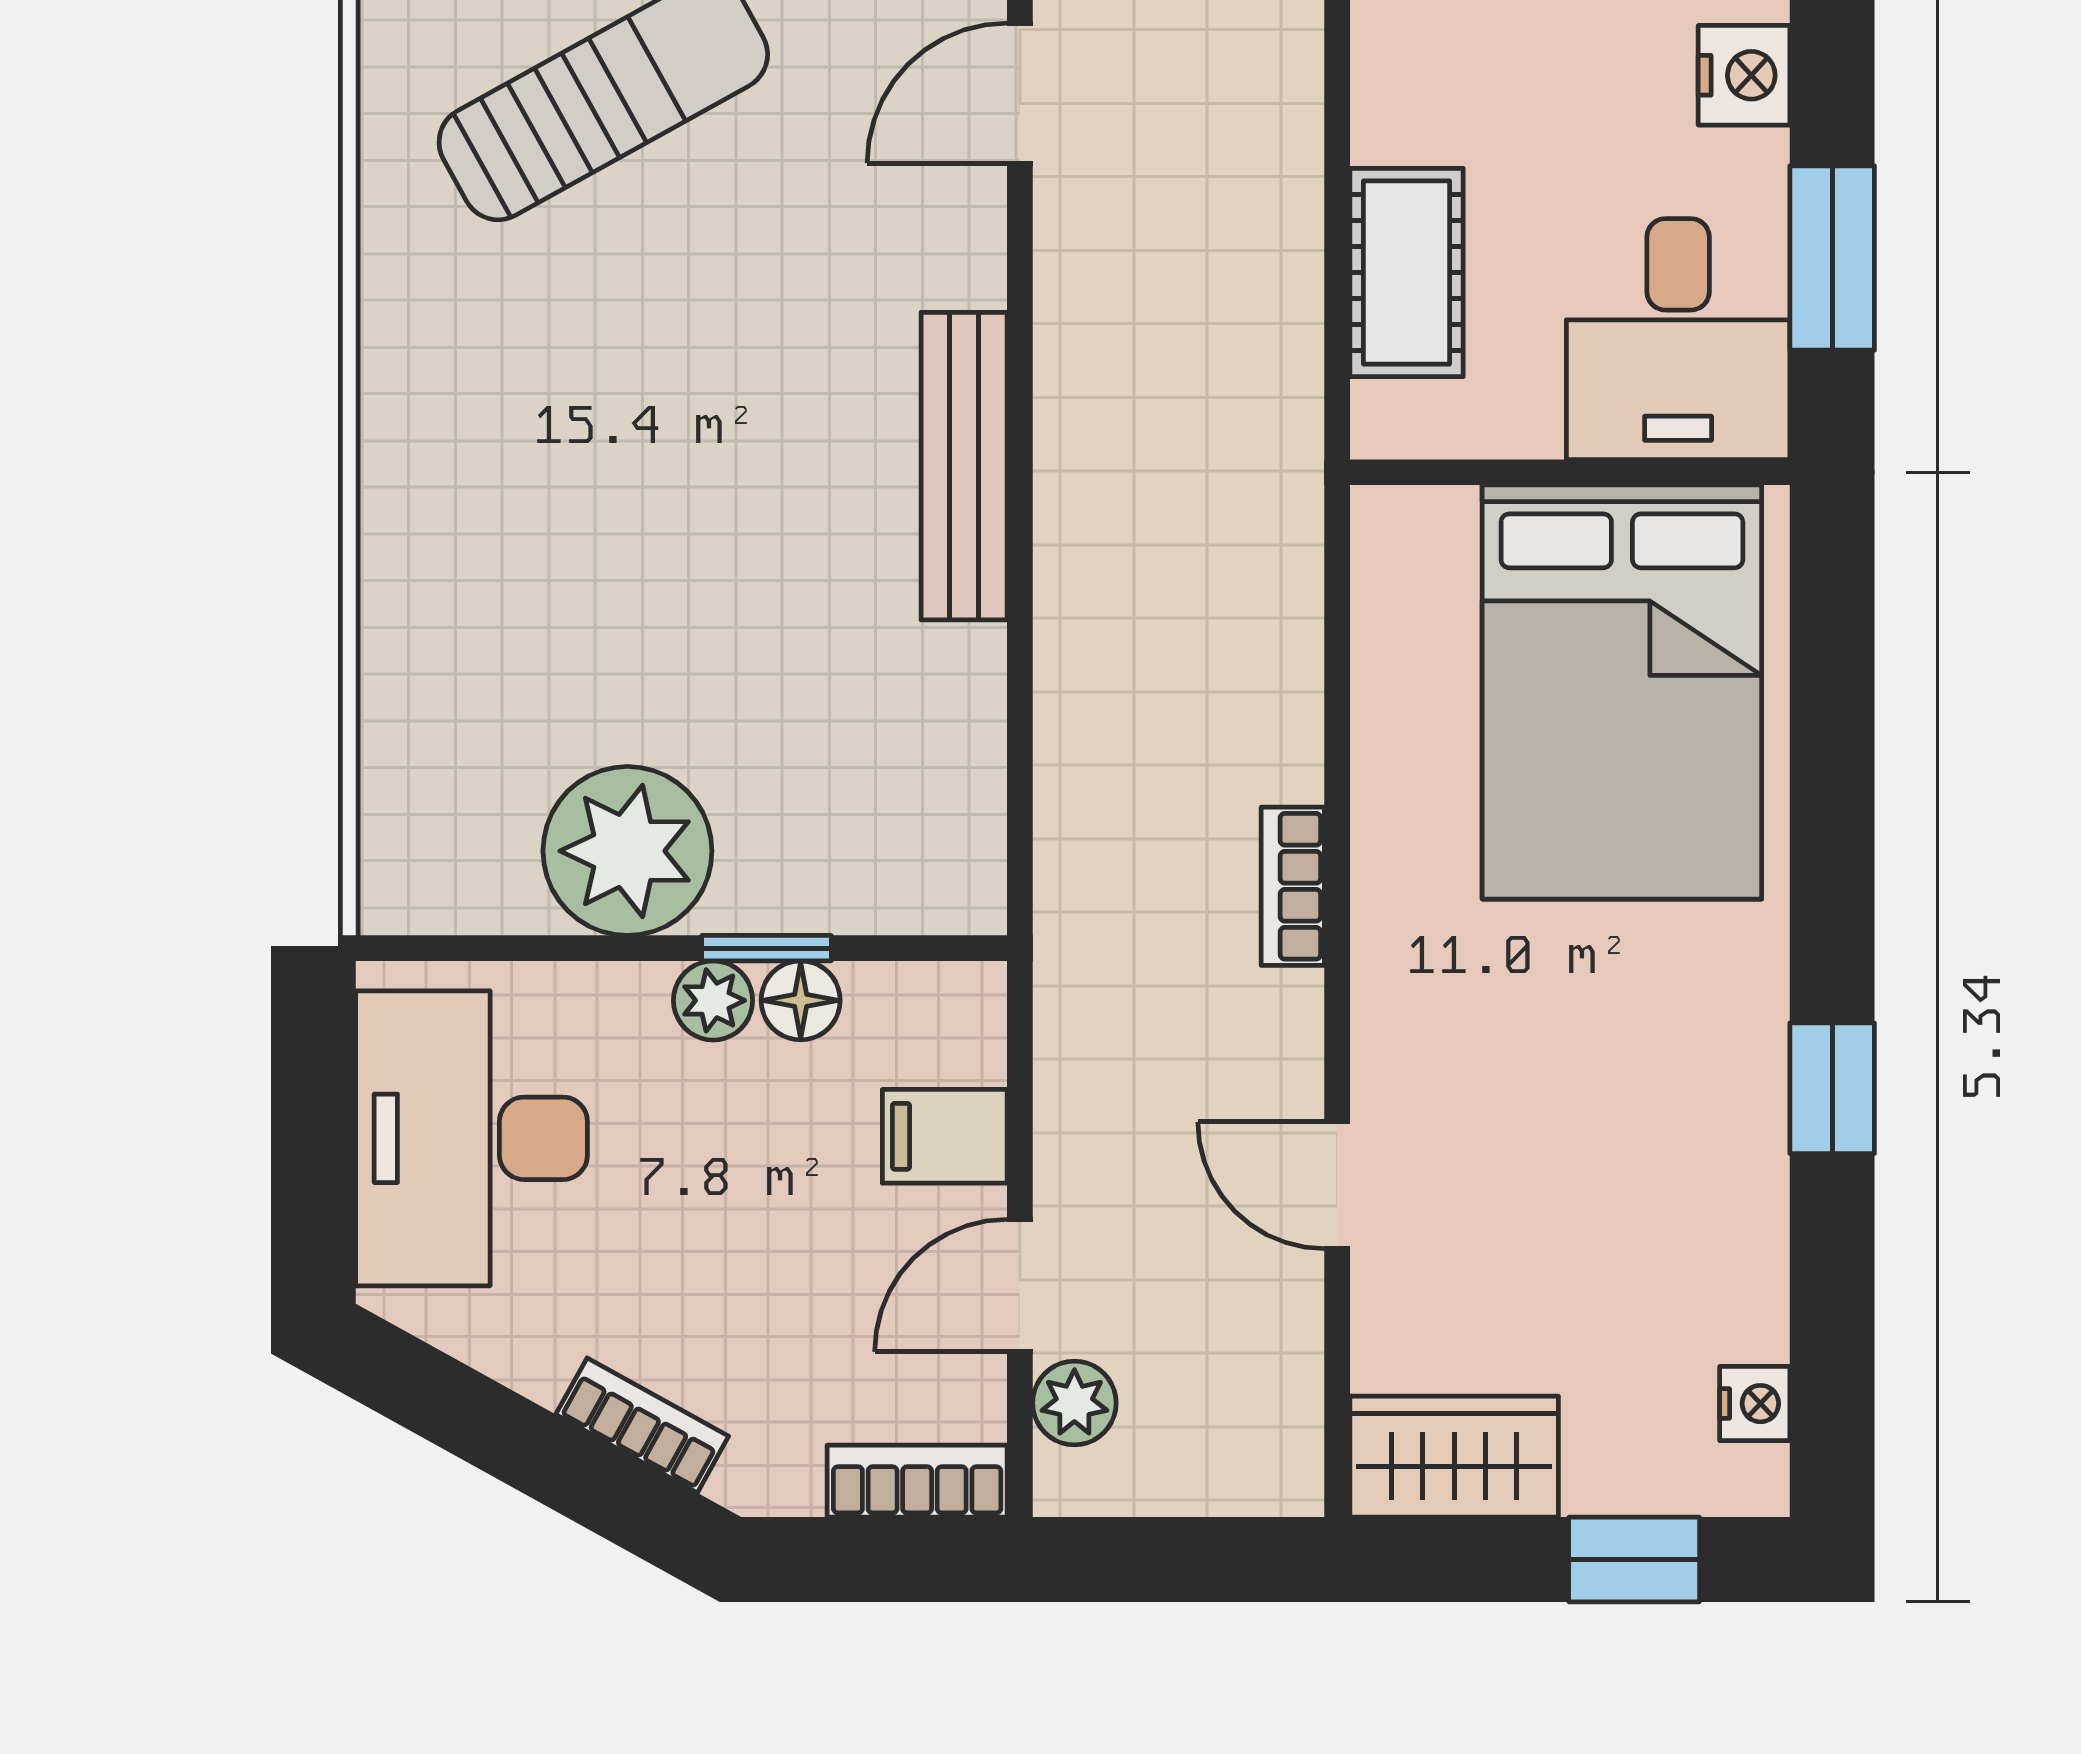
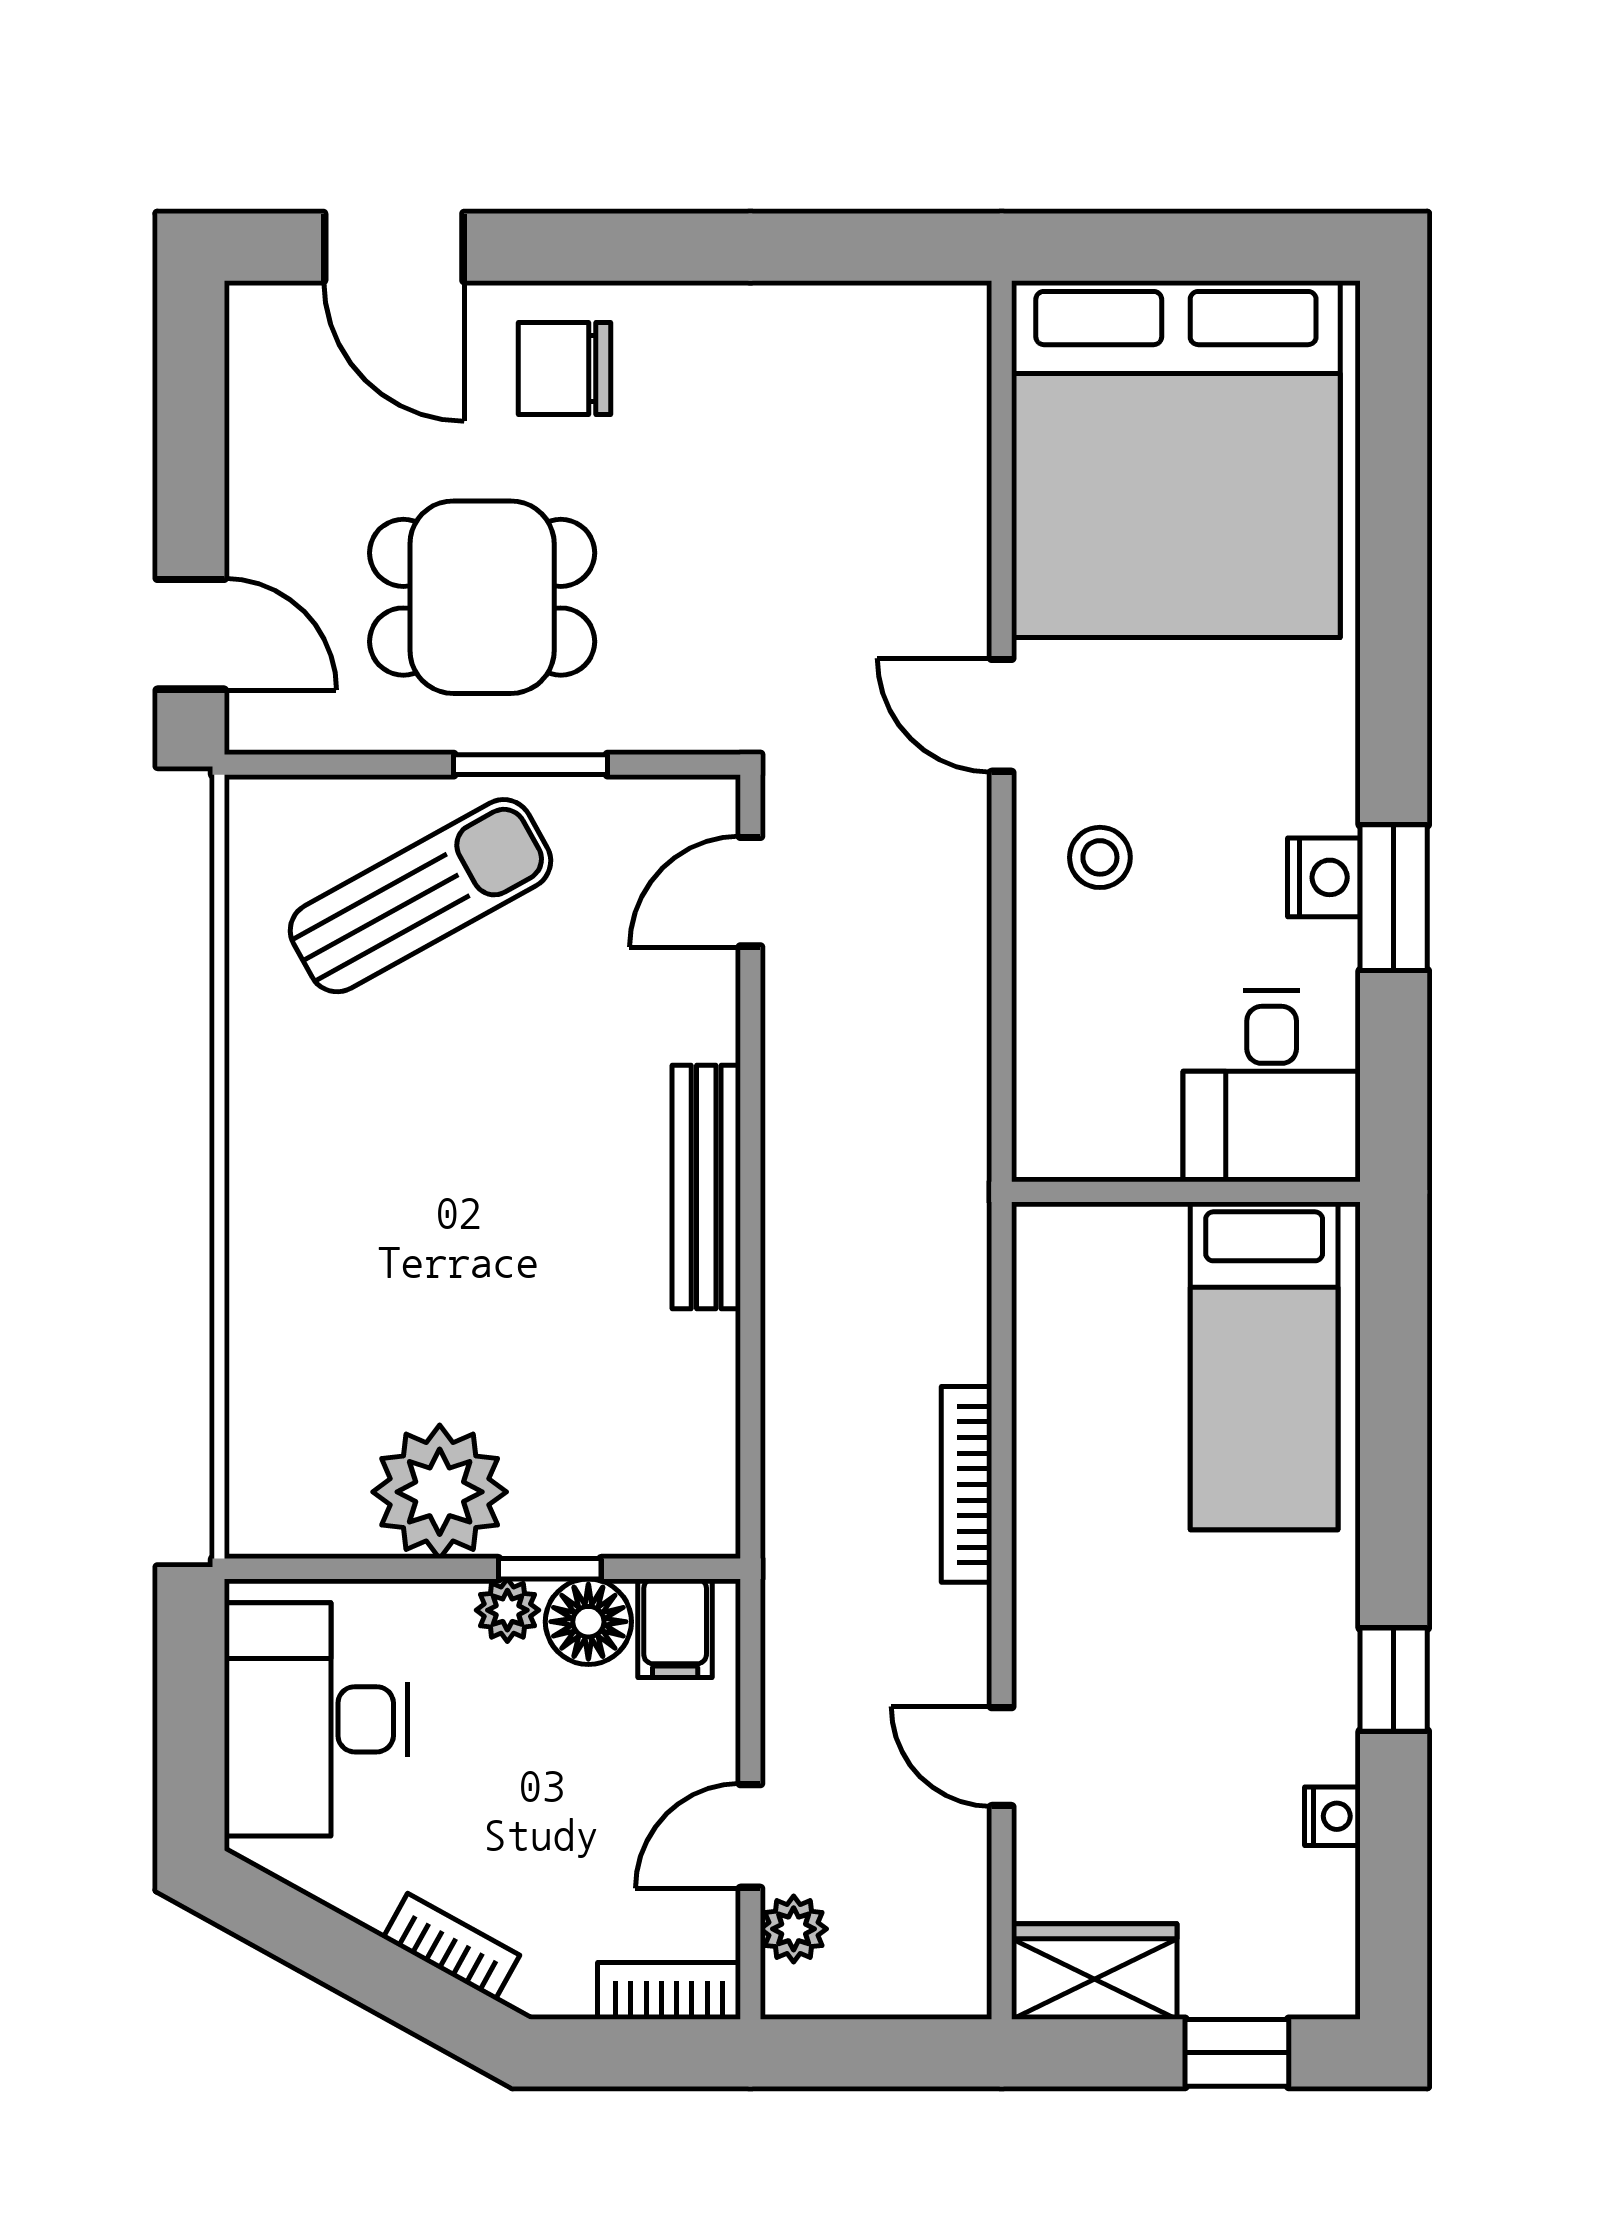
stool: (1461, 50) -> (1100, 857), added
window: (1832, 258) -> (1394, 898), moved
cot: (1407, 272) -> (1057, 1034), removed
bed: (1622, 692) -> (1264, 1366), width x0.67
bookcase: (1293, 886) -> (967, 1484), width x1.56
floor lamp: (801, 1000) -> (588, 1622), width x1.37, depth x1.37
filing cabinet: (945, 1136) -> (675, 1628), moved, turned -90
nightstand: (1755, 1404) -> (1332, 1816), moved

